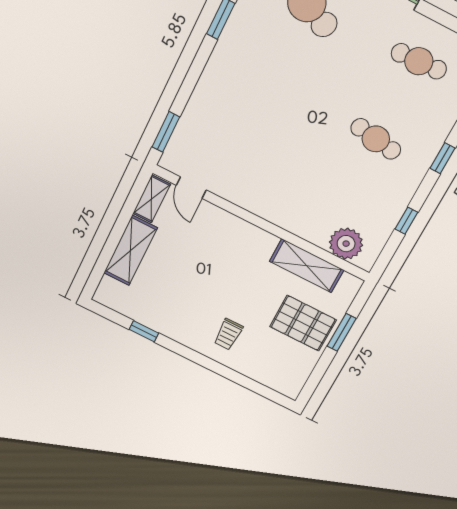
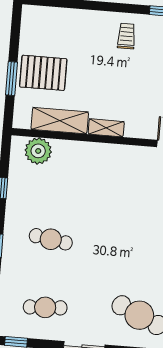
shelving: (256, 236) -> (106, 128), added
trolley: (228, 334) -> (126, 36), moved

